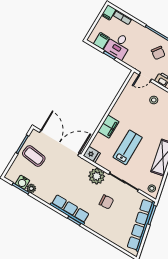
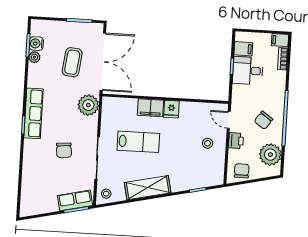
fridge: (92, 154) -> (171, 109), moved
coffee table: (34, 156) -> (72, 62), moved
plant: (97, 176) -> (88, 105), moved
row of seats: (141, 225) -> (75, 200), width x0.50

